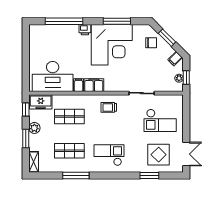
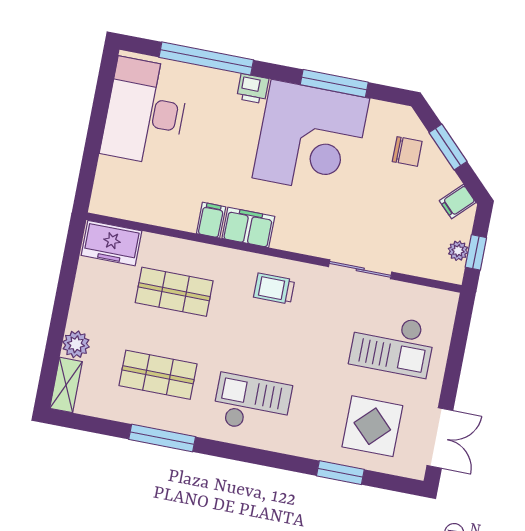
desk: (53, 76) -> (145, 112), moved, turned 90
window: (26, 110) -> (72, 254), removed
plant: (34, 128) -> (76, 344), moved
window: (26, 138) -> (58, 324), removed

